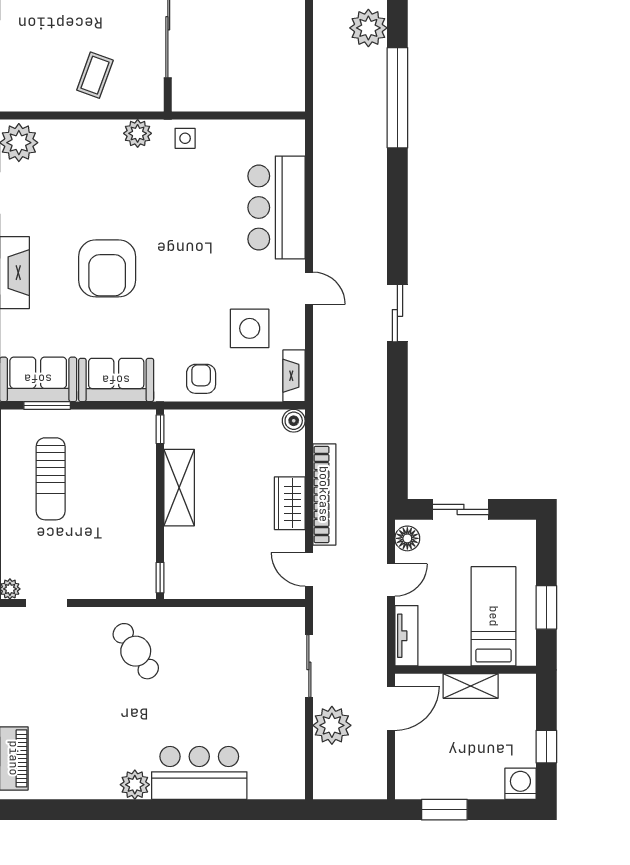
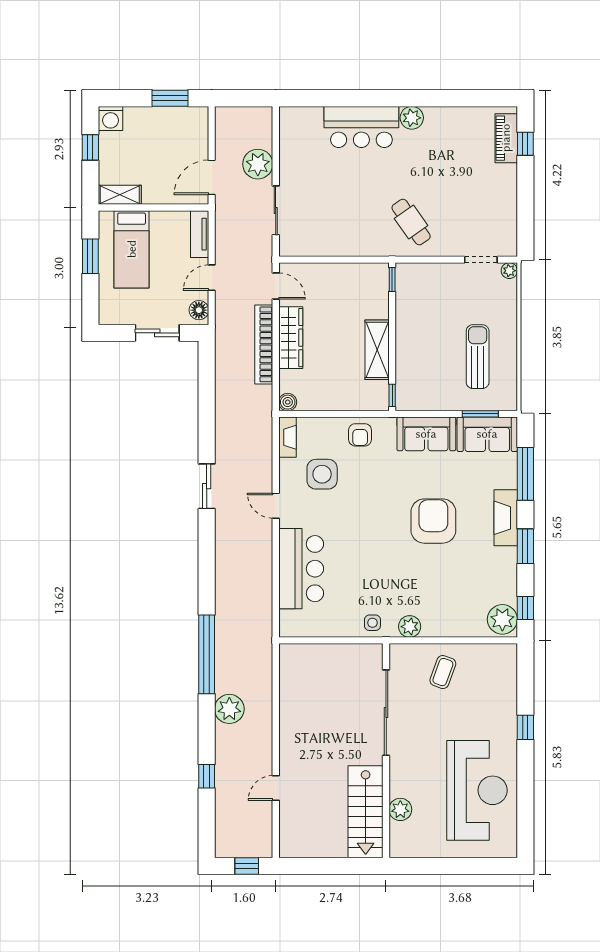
wardrobe: (290, 503) -> (291, 338), width x1.50
shelving: (471, 686) -> (120, 195), moved

